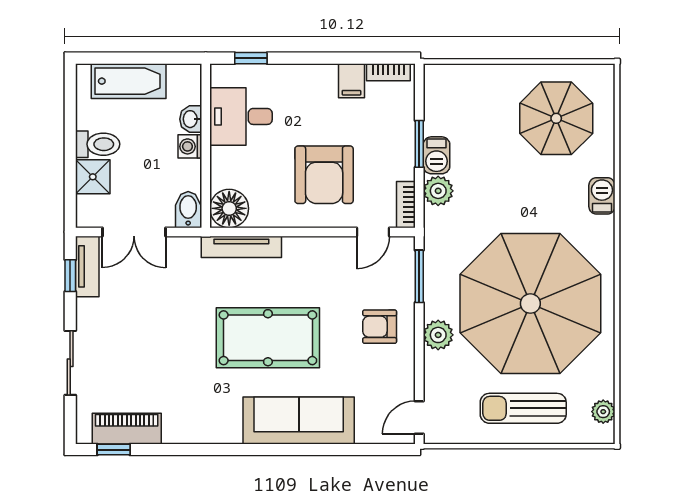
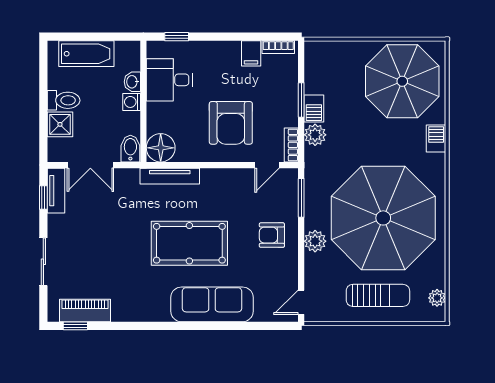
parasol: (556, 118) -> (402, 81), width x1.36, depth x1.36
sun lounger: (523, 408) -> (378, 295), turned 180

